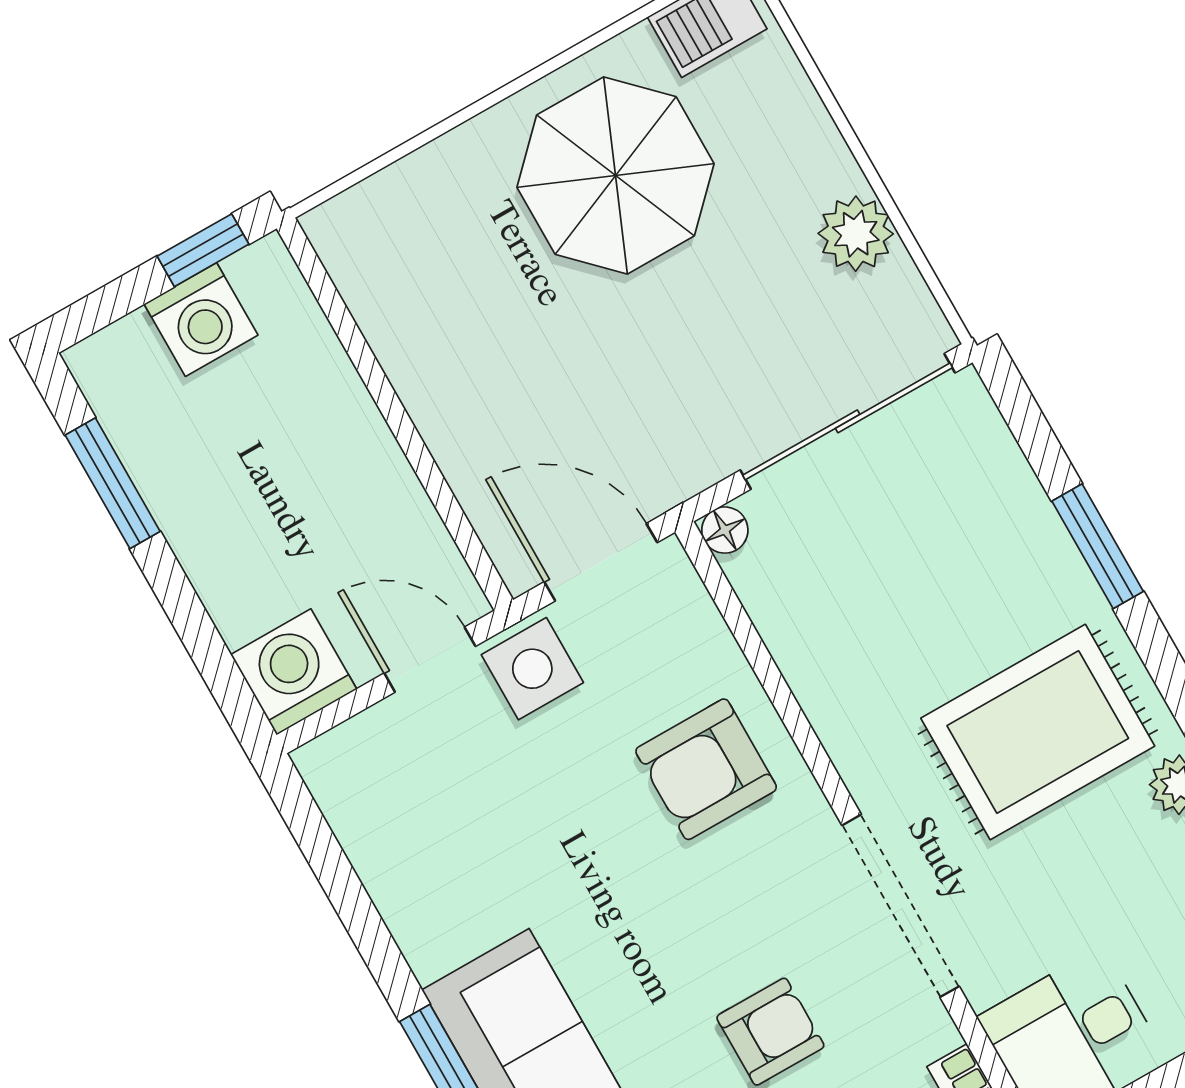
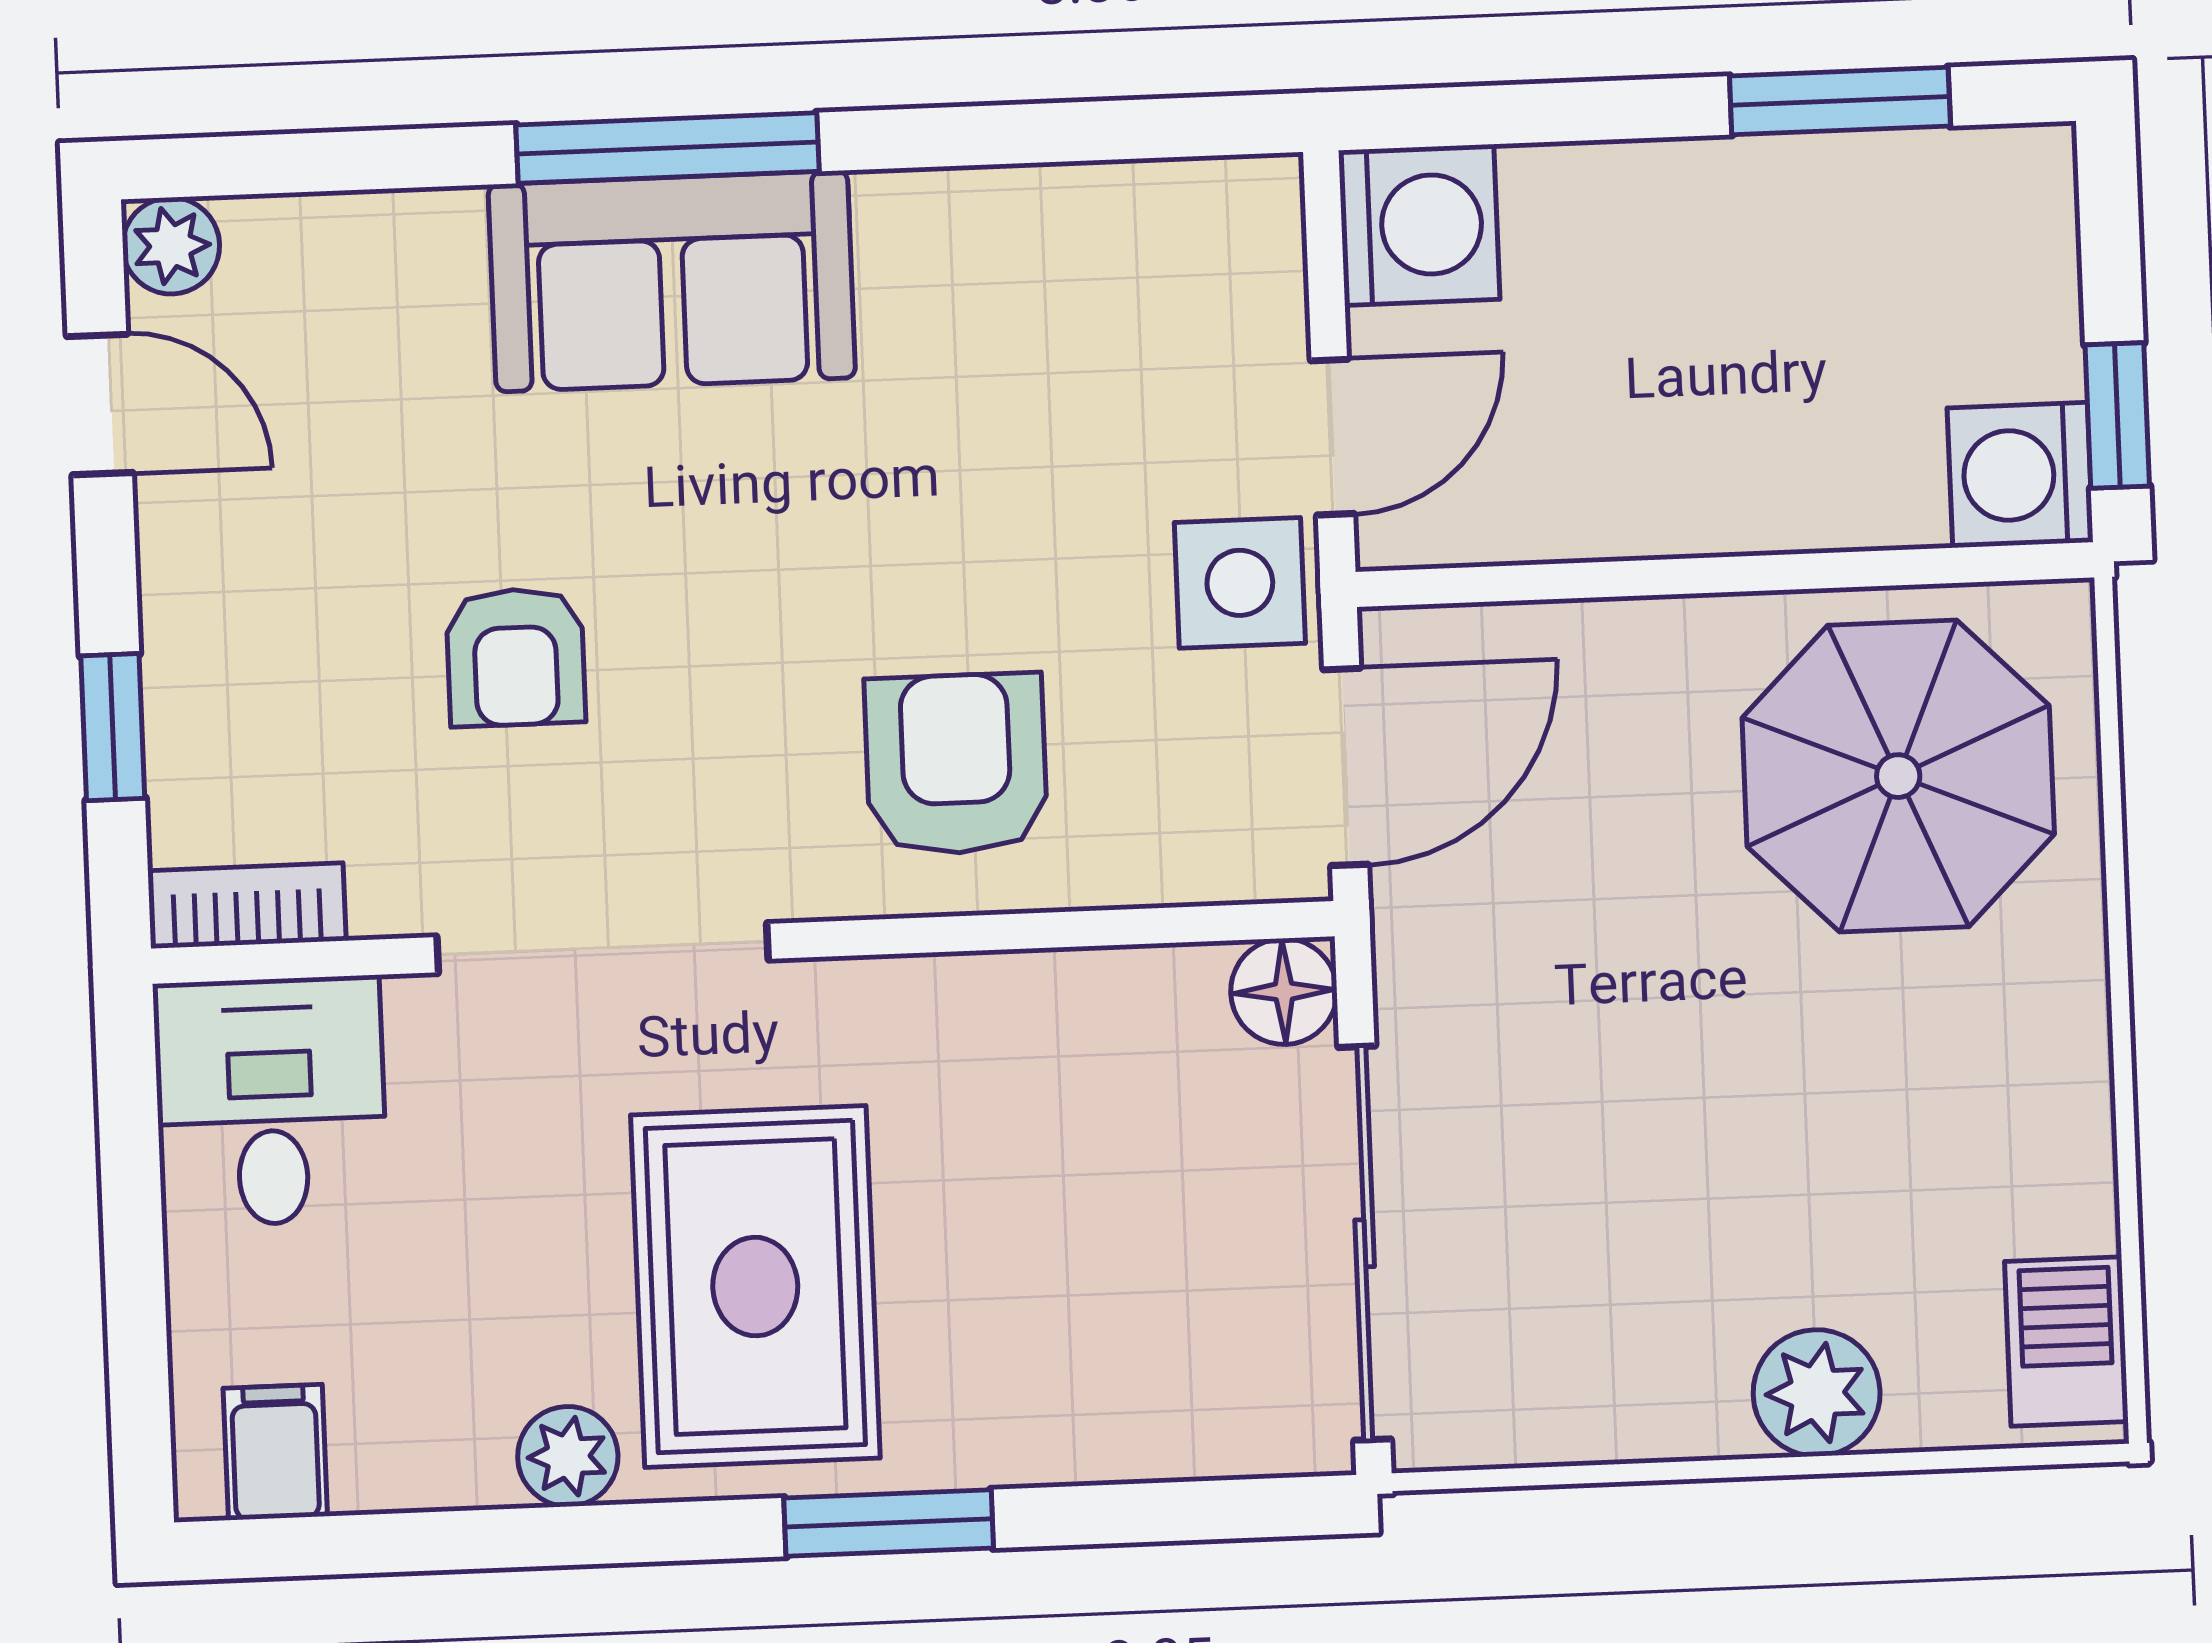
parasol: (616, 175) -> (1898, 776), moved
plant: (856, 234) -> (1817, 1393), moved
washing machine: (201, 320) -> (2020, 475), moved
floor lamp: (725, 530) -> (1284, 991), width x1.37, depth x1.37
window: (1098, 546) -> (889, 1523), moved

